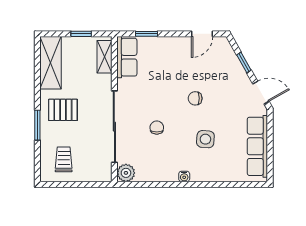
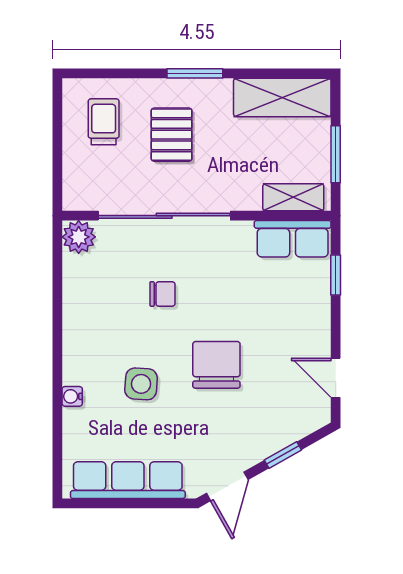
window: (81, 34) -> (336, 154), width x1.50
chair: (195, 98) -> (216, 365), width x1.87, depth x1.87
pallet: (63, 110) -> (172, 135), moved
window: (37, 125) -> (195, 73), moved
trolley: (64, 159) -> (104, 122), turned -90
water cooler: (184, 176) -> (72, 396), moved

